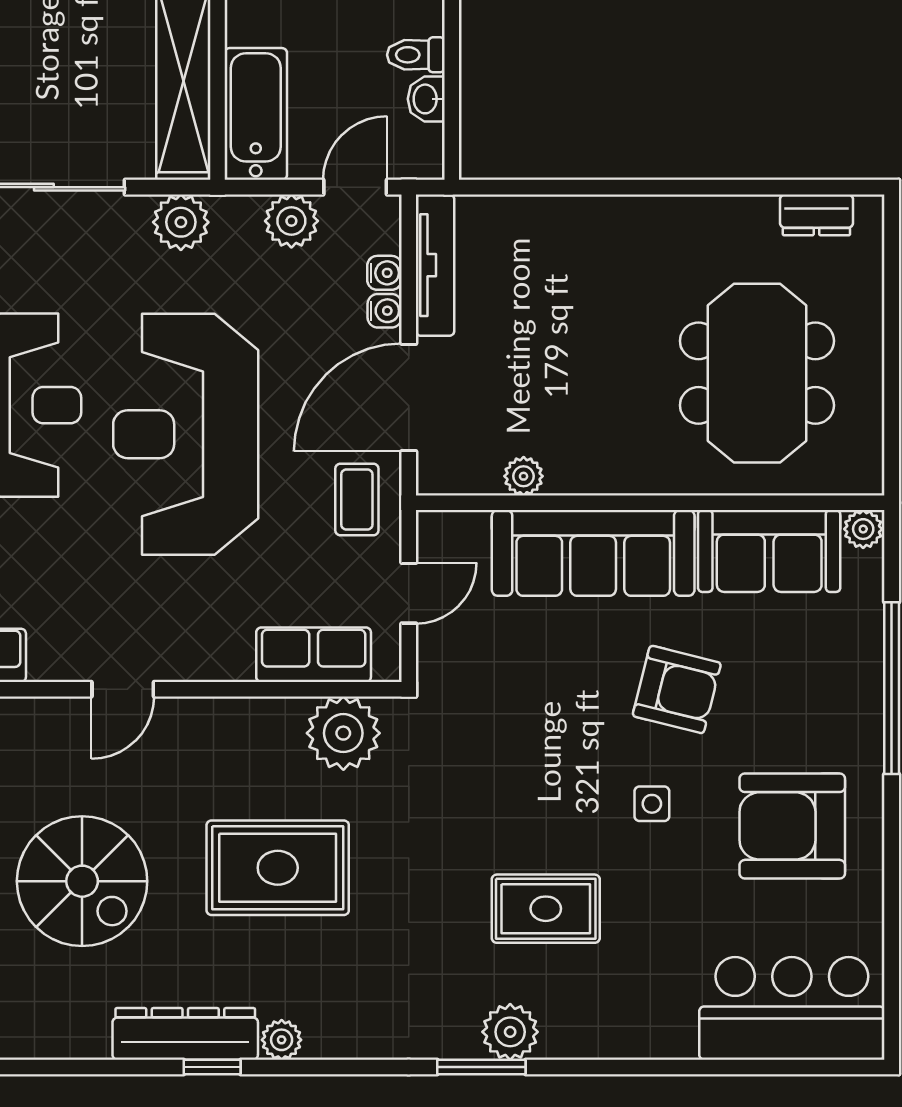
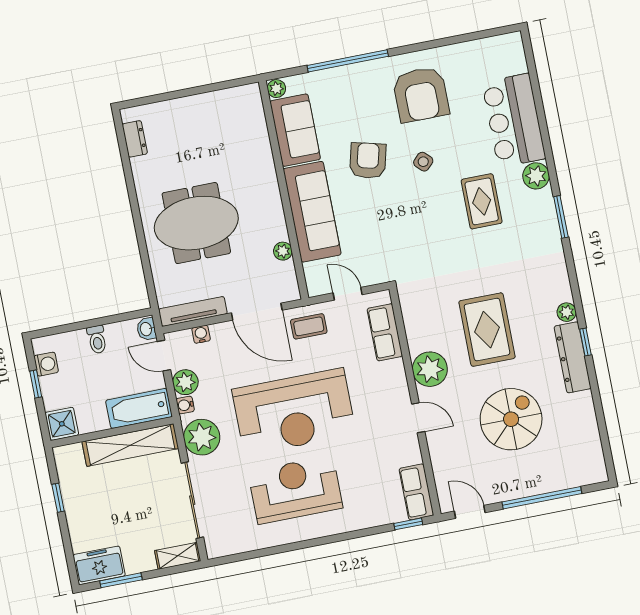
washbasin: (426, 99) -> (146, 329), moved, turned 90
plant: (181, 222) -> (202, 437), width x1.36, depth x1.36
water cooler: (385, 311) -> (185, 405), moved, turned -90
meeting table: (757, 373) -> (196, 223), moved
plant: (343, 733) -> (430, 369), moved
side table: (652, 804) -> (423, 162), turned 45
bar counter: (792, 1008) -> (514, 120), moved
plant: (510, 1032) -> (536, 176), moved

